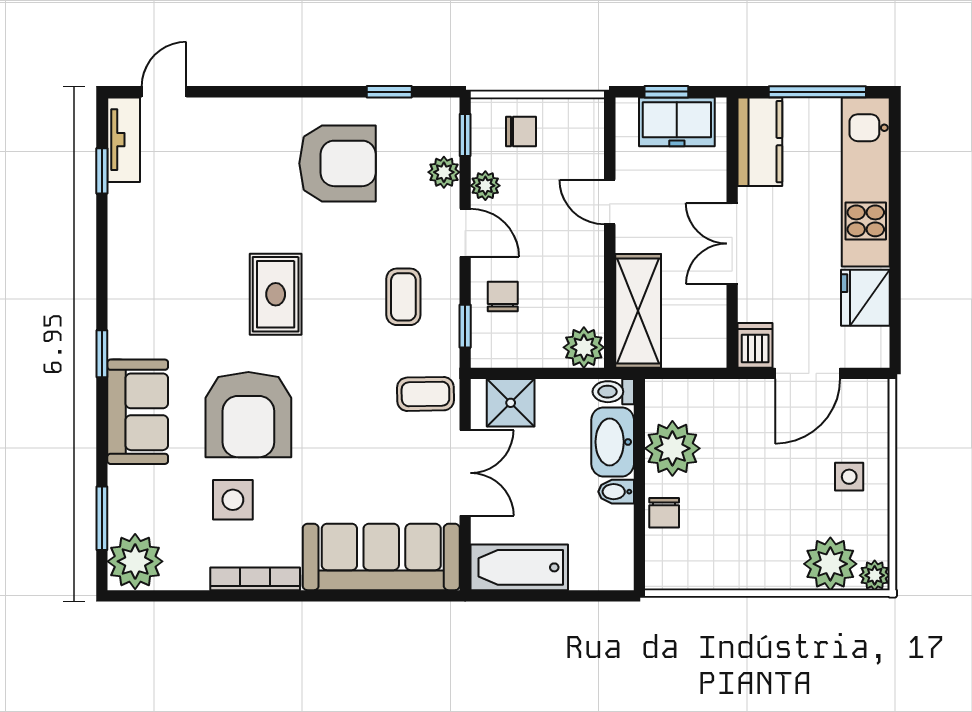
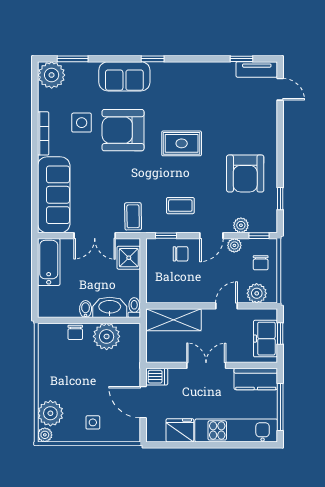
plant: (584, 347) -> (257, 293), moved
chair: (664, 513) -> (75, 332), turned -90

